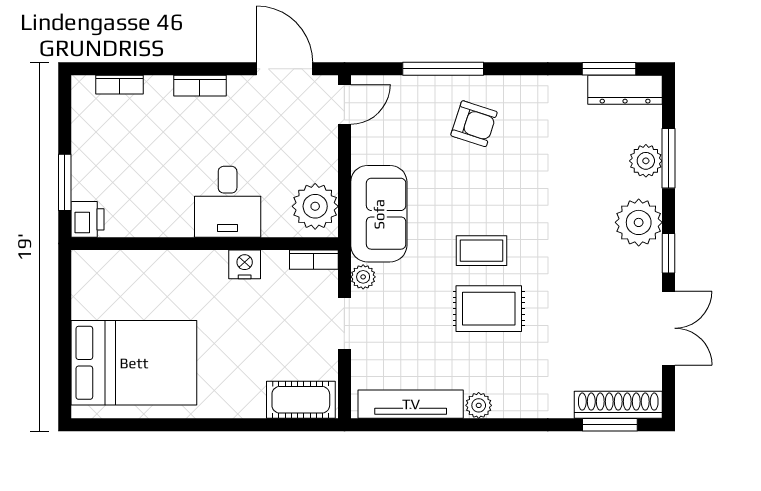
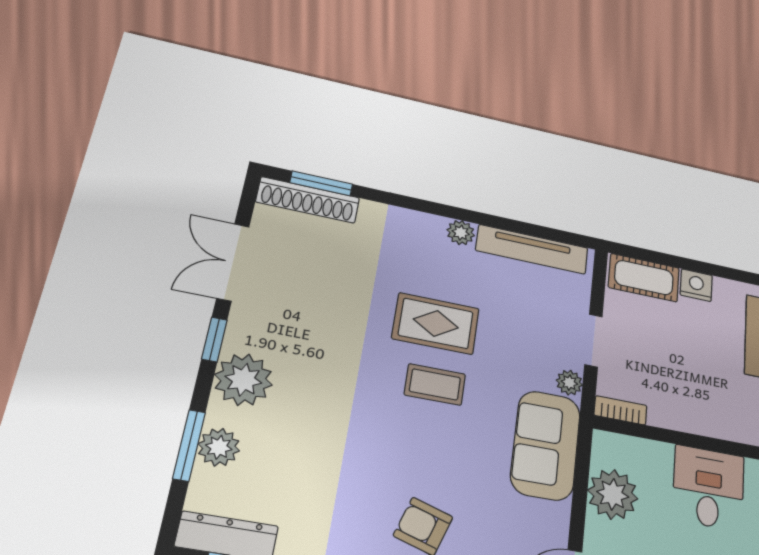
plant: (315, 206) -> (613, 494), moved
nightstand: (245, 264) -> (696, 285), moved, turned 180

